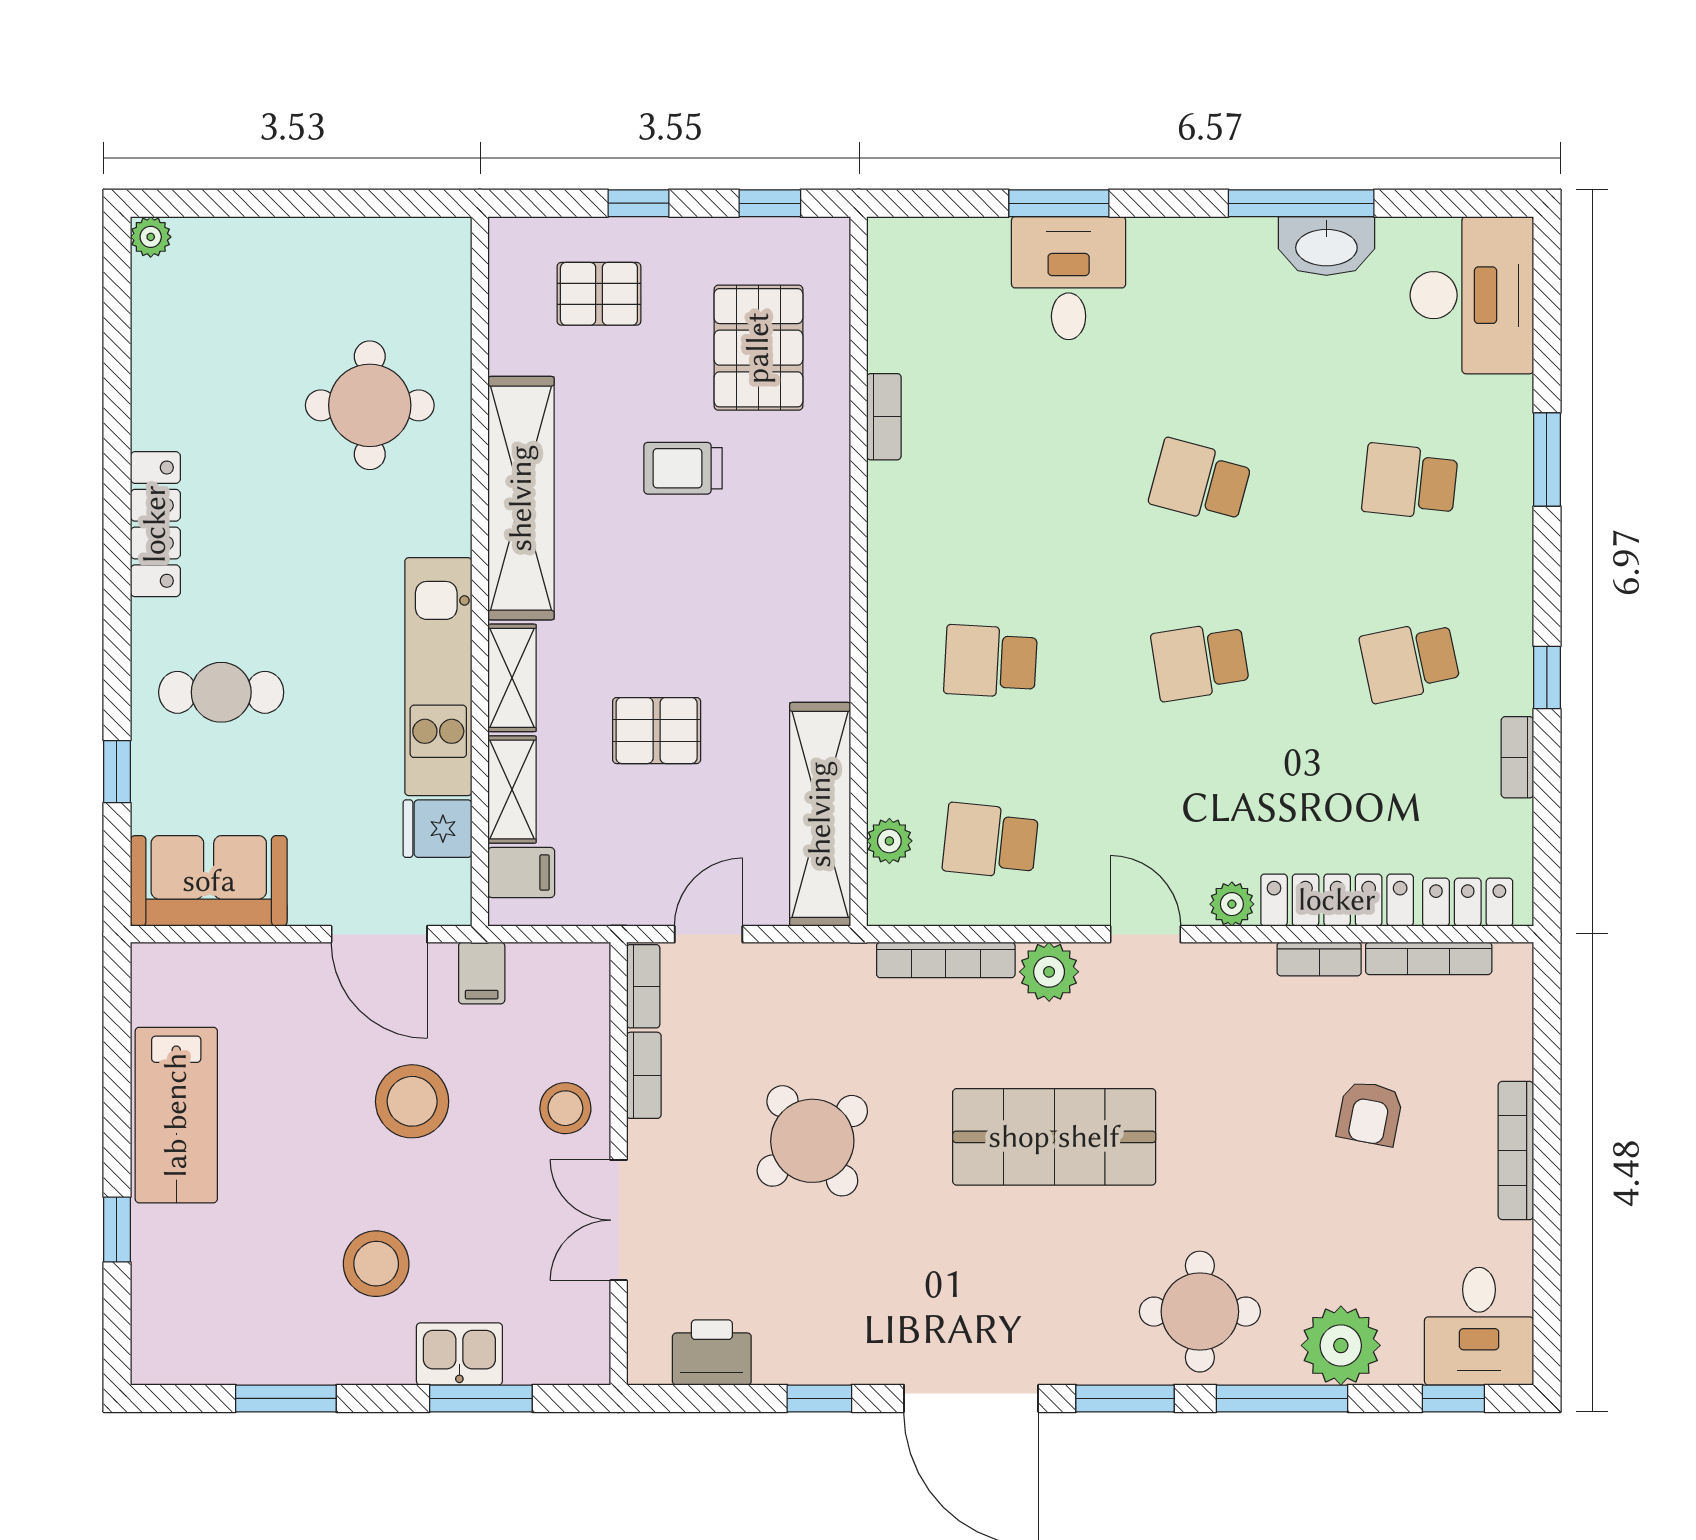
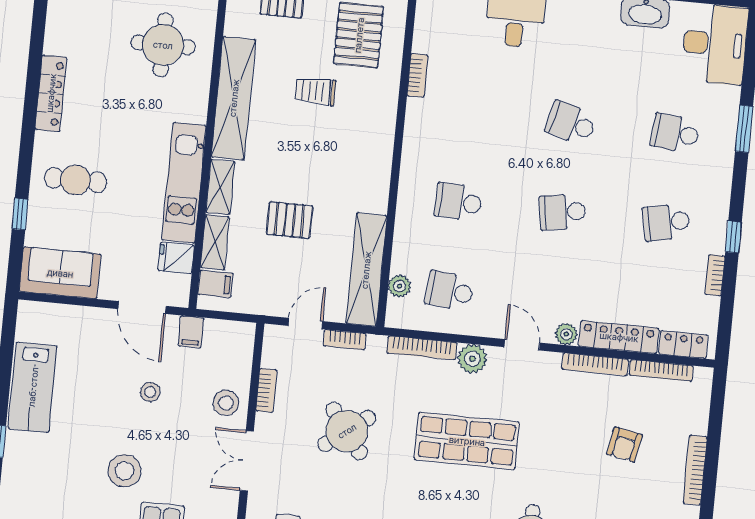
bookcase: (1319, 959) -> (595, 364), width x1.56
bookcase: (643, 986) -> (345, 340), moved, turned 90
stool: (412, 1101) -> (150, 392), width x0.53, depth x0.53

